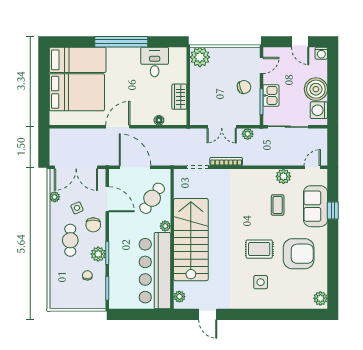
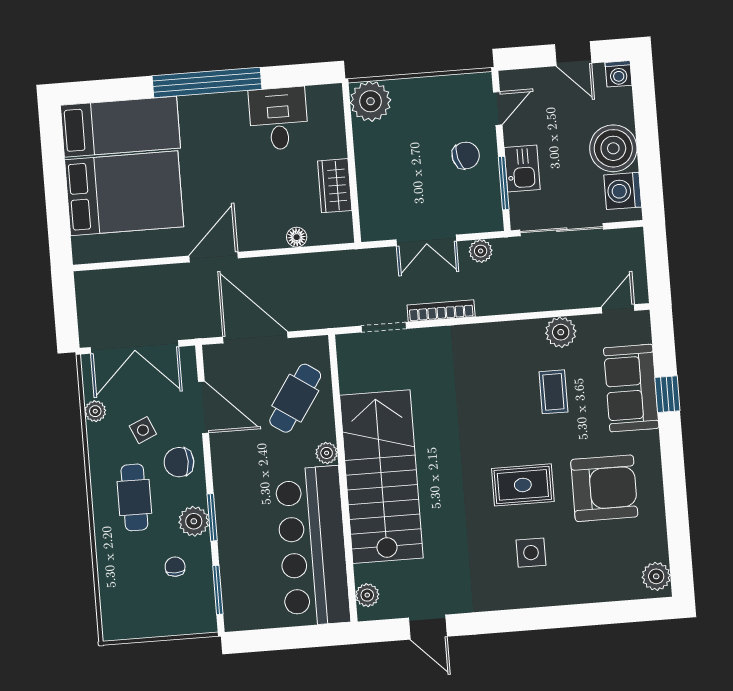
chair: (93, 225) -> (179, 462), turned 90

